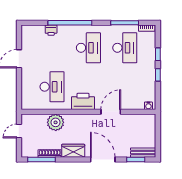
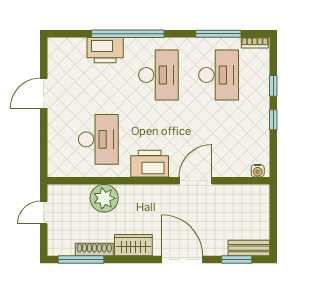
printer: (51, 30) -> (105, 50), width x1.87, depth x1.48

